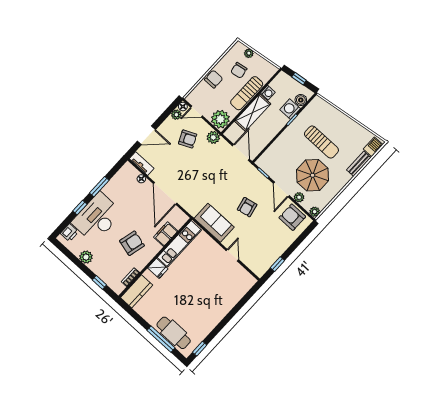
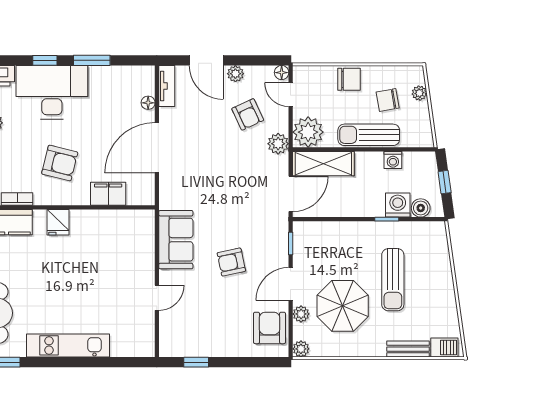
shelving: (253, 112) -> (323, 164), moved
plant: (176, 115) -> (235, 74), moved
kitchen unit: (179, 244) -> (68, 345), moved, turned 180

